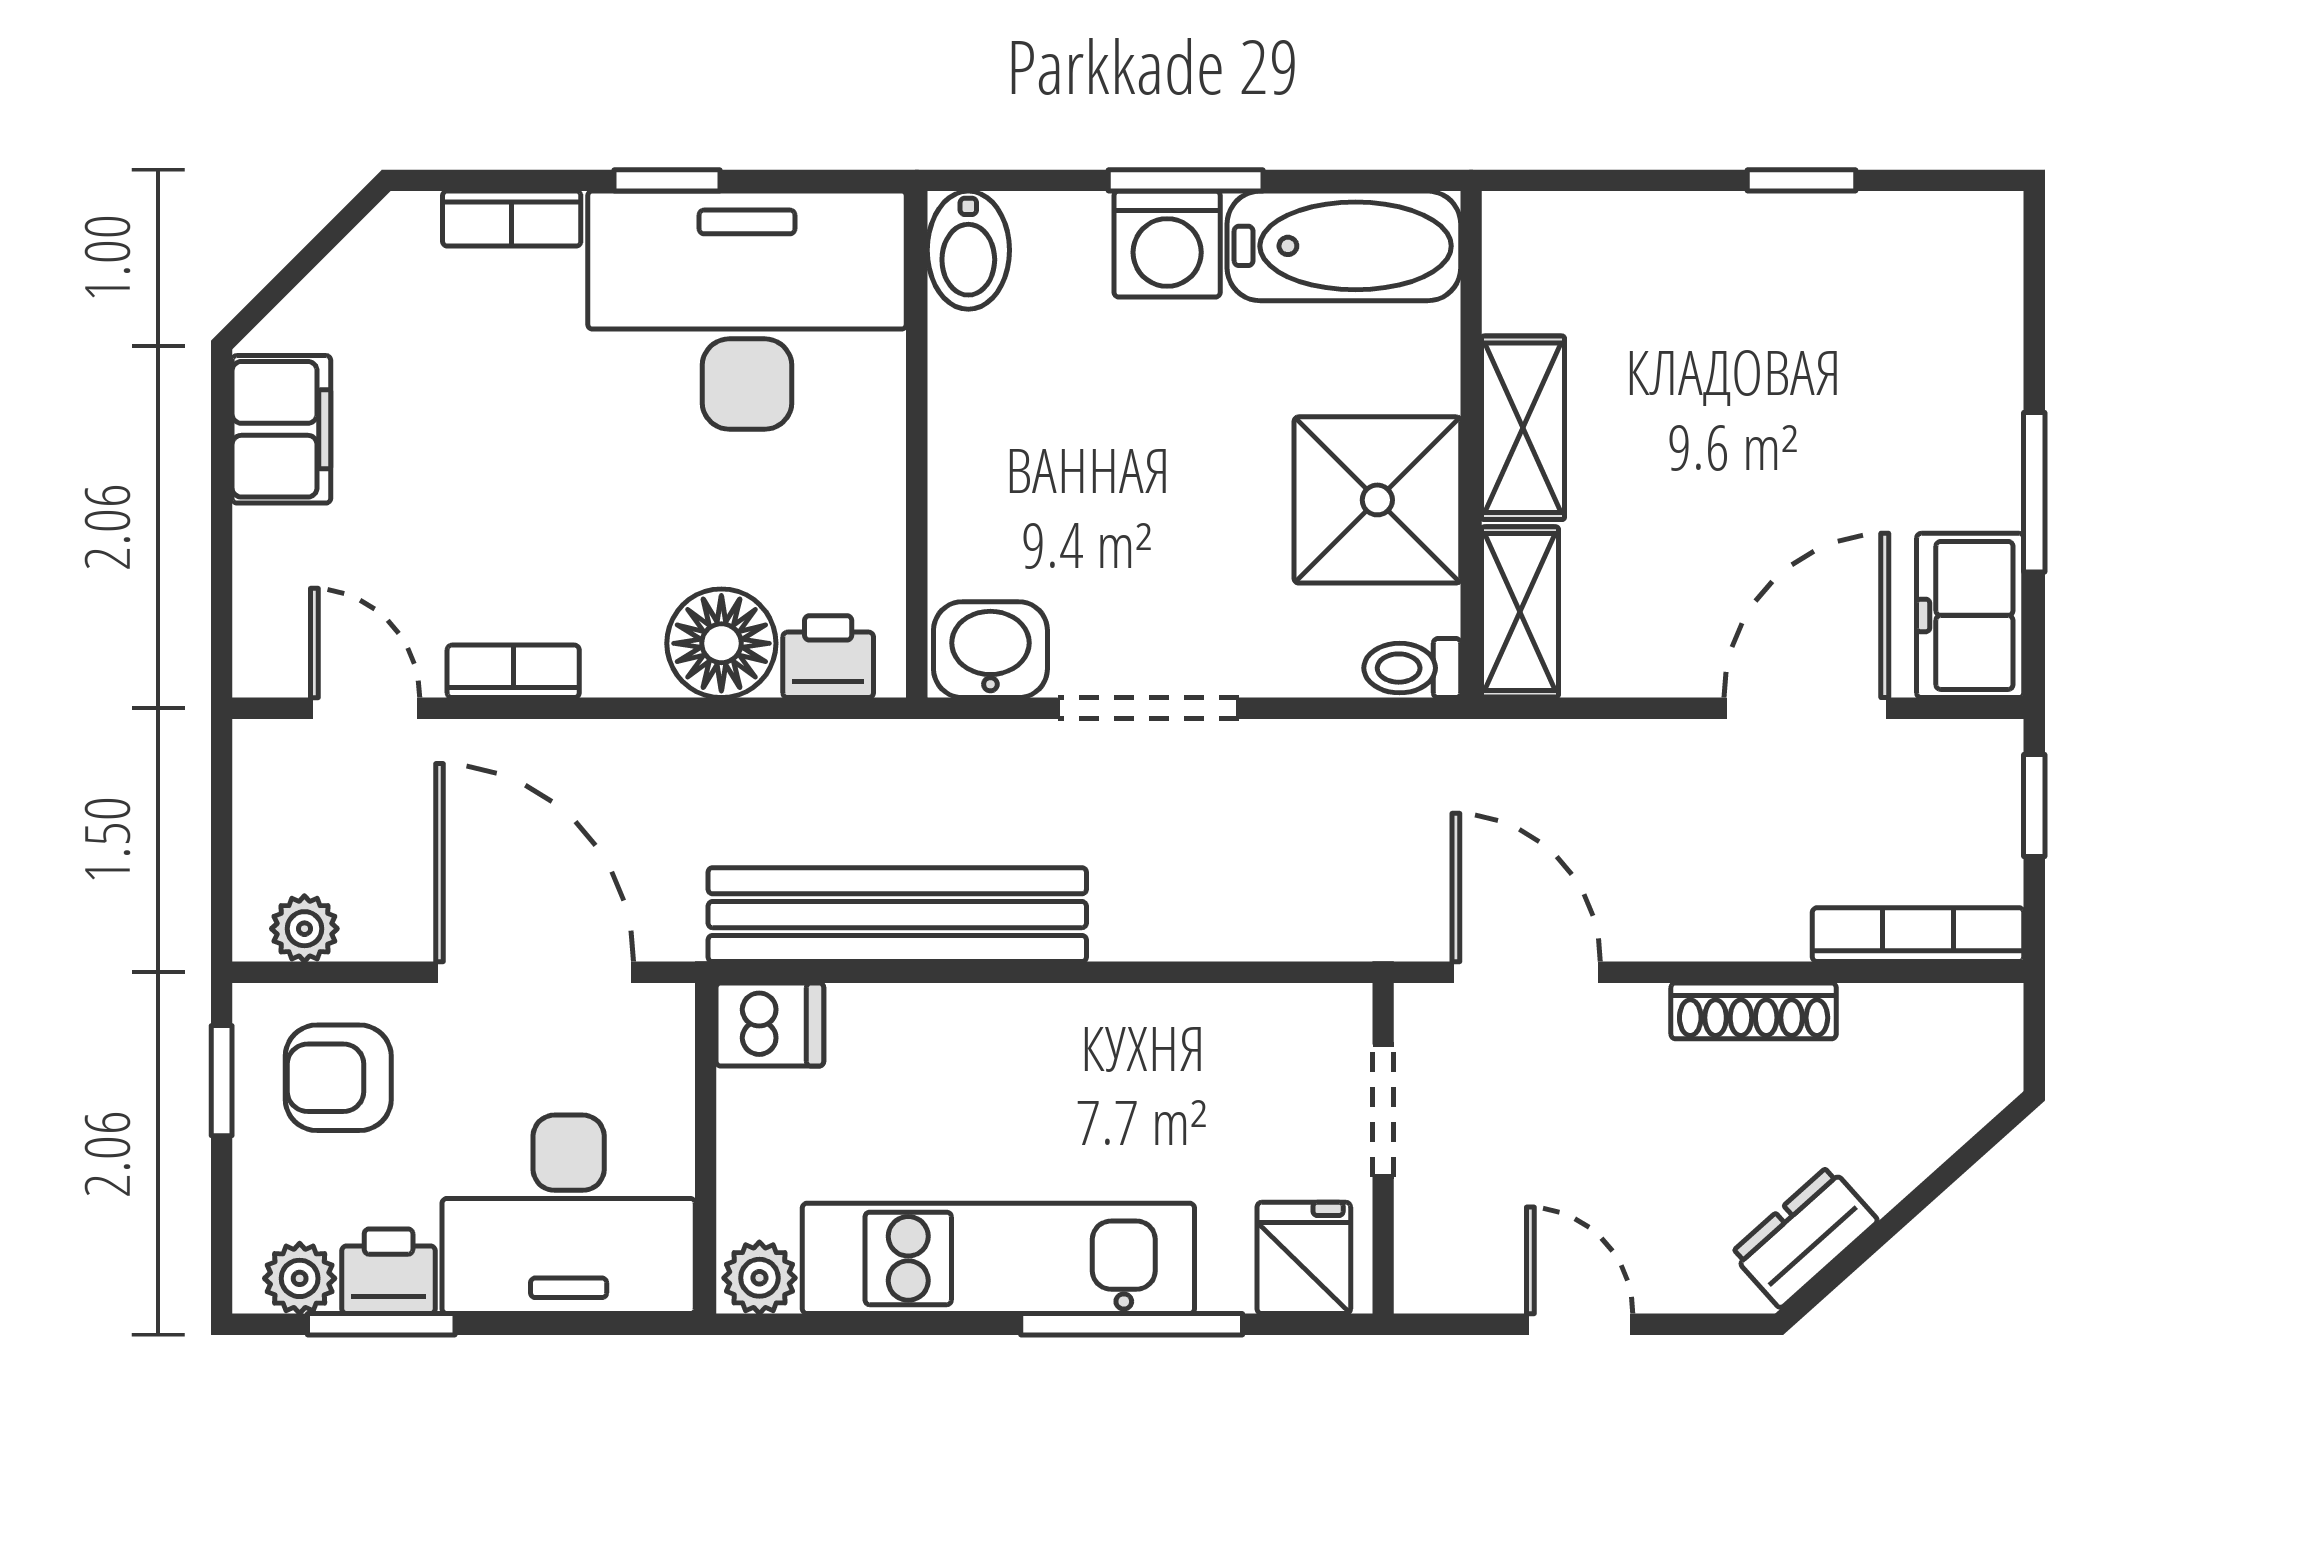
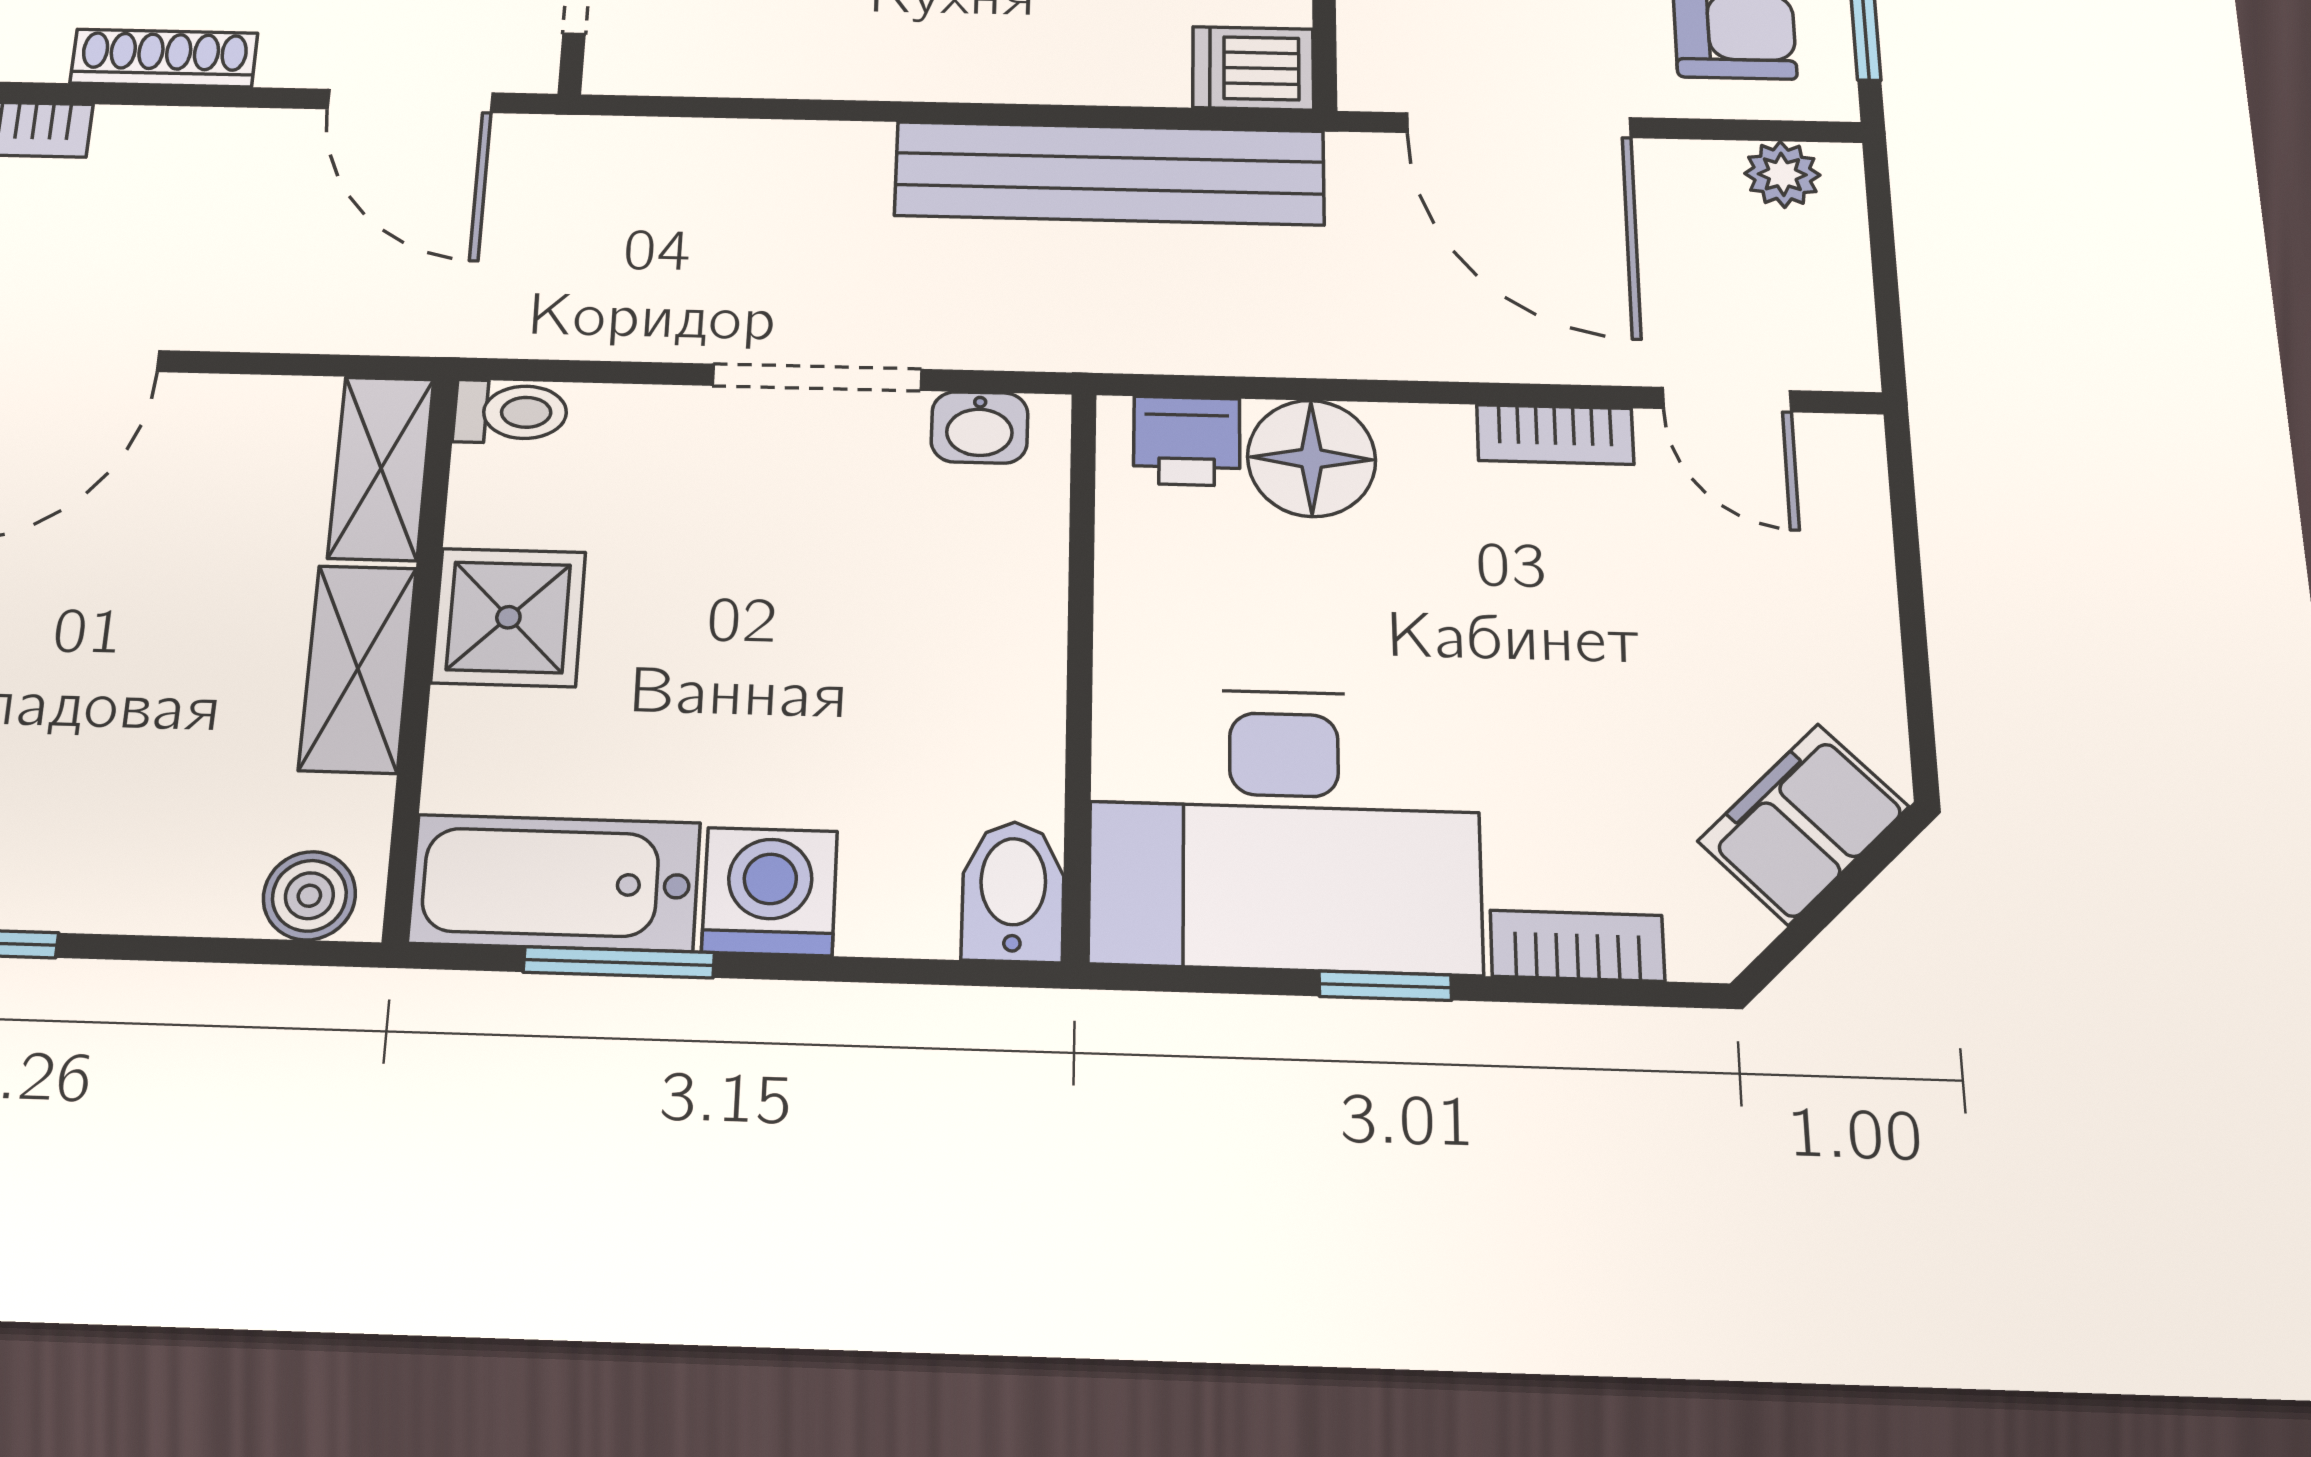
window: (1186, 180) -> (619, 962), moved
boiler: (1545, 229) -> (309, 896), added
filing cabinet: (281, 429) -> (1803, 824), moved, turned 45
shower: (1377, 500) -> (508, 617), width x0.73, depth x0.73
washbasin: (990, 650) -> (979, 427), width x0.72, depth x0.69

